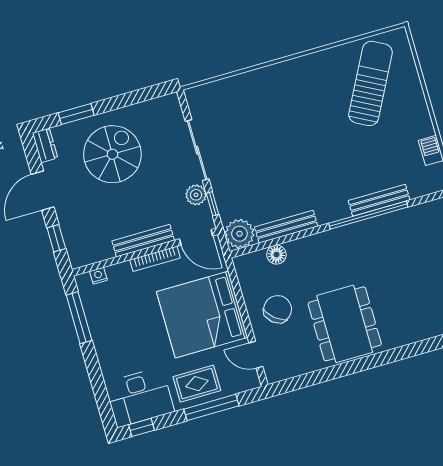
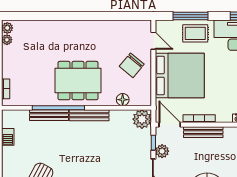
bench: (286, 227) -> (89, 115), moved
dining table: (345, 324) -> (78, 81), moved, turned 90

